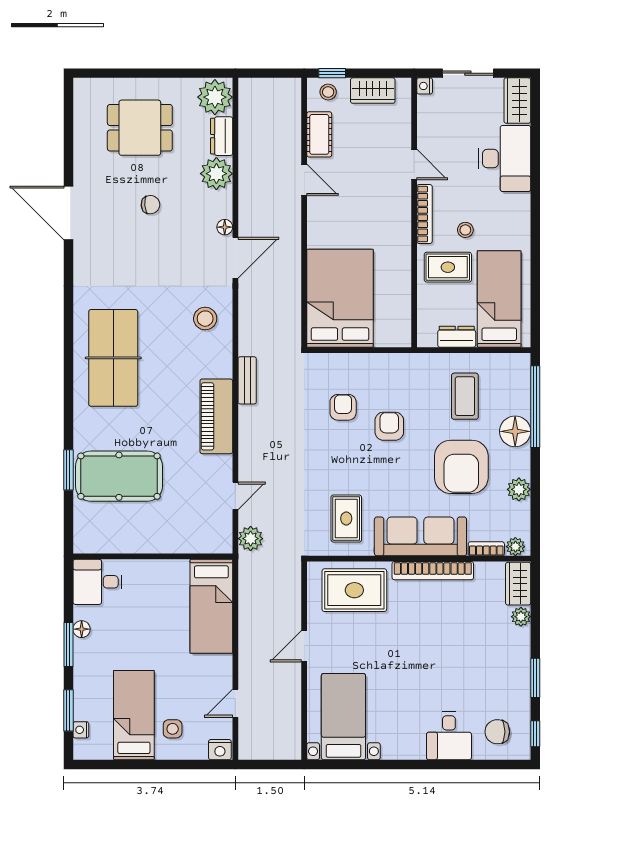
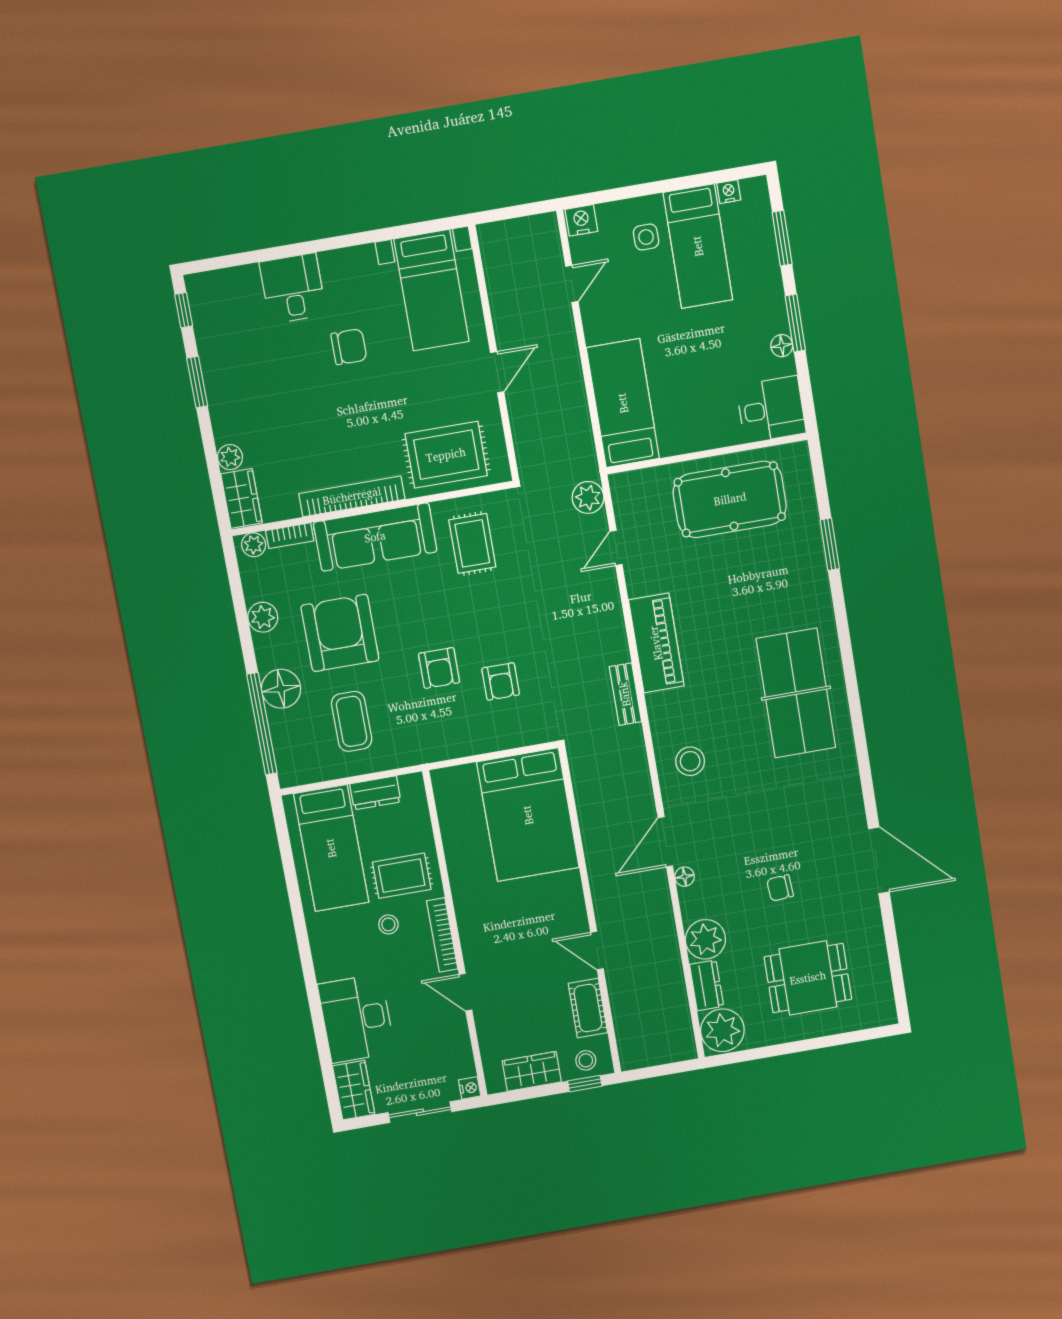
pool table: (119, 476) -> (730, 499), moved
nightstand: (81, 730) -> (729, 192), moved, turned -90
chair: (497, 732) -> (349, 347), moved

